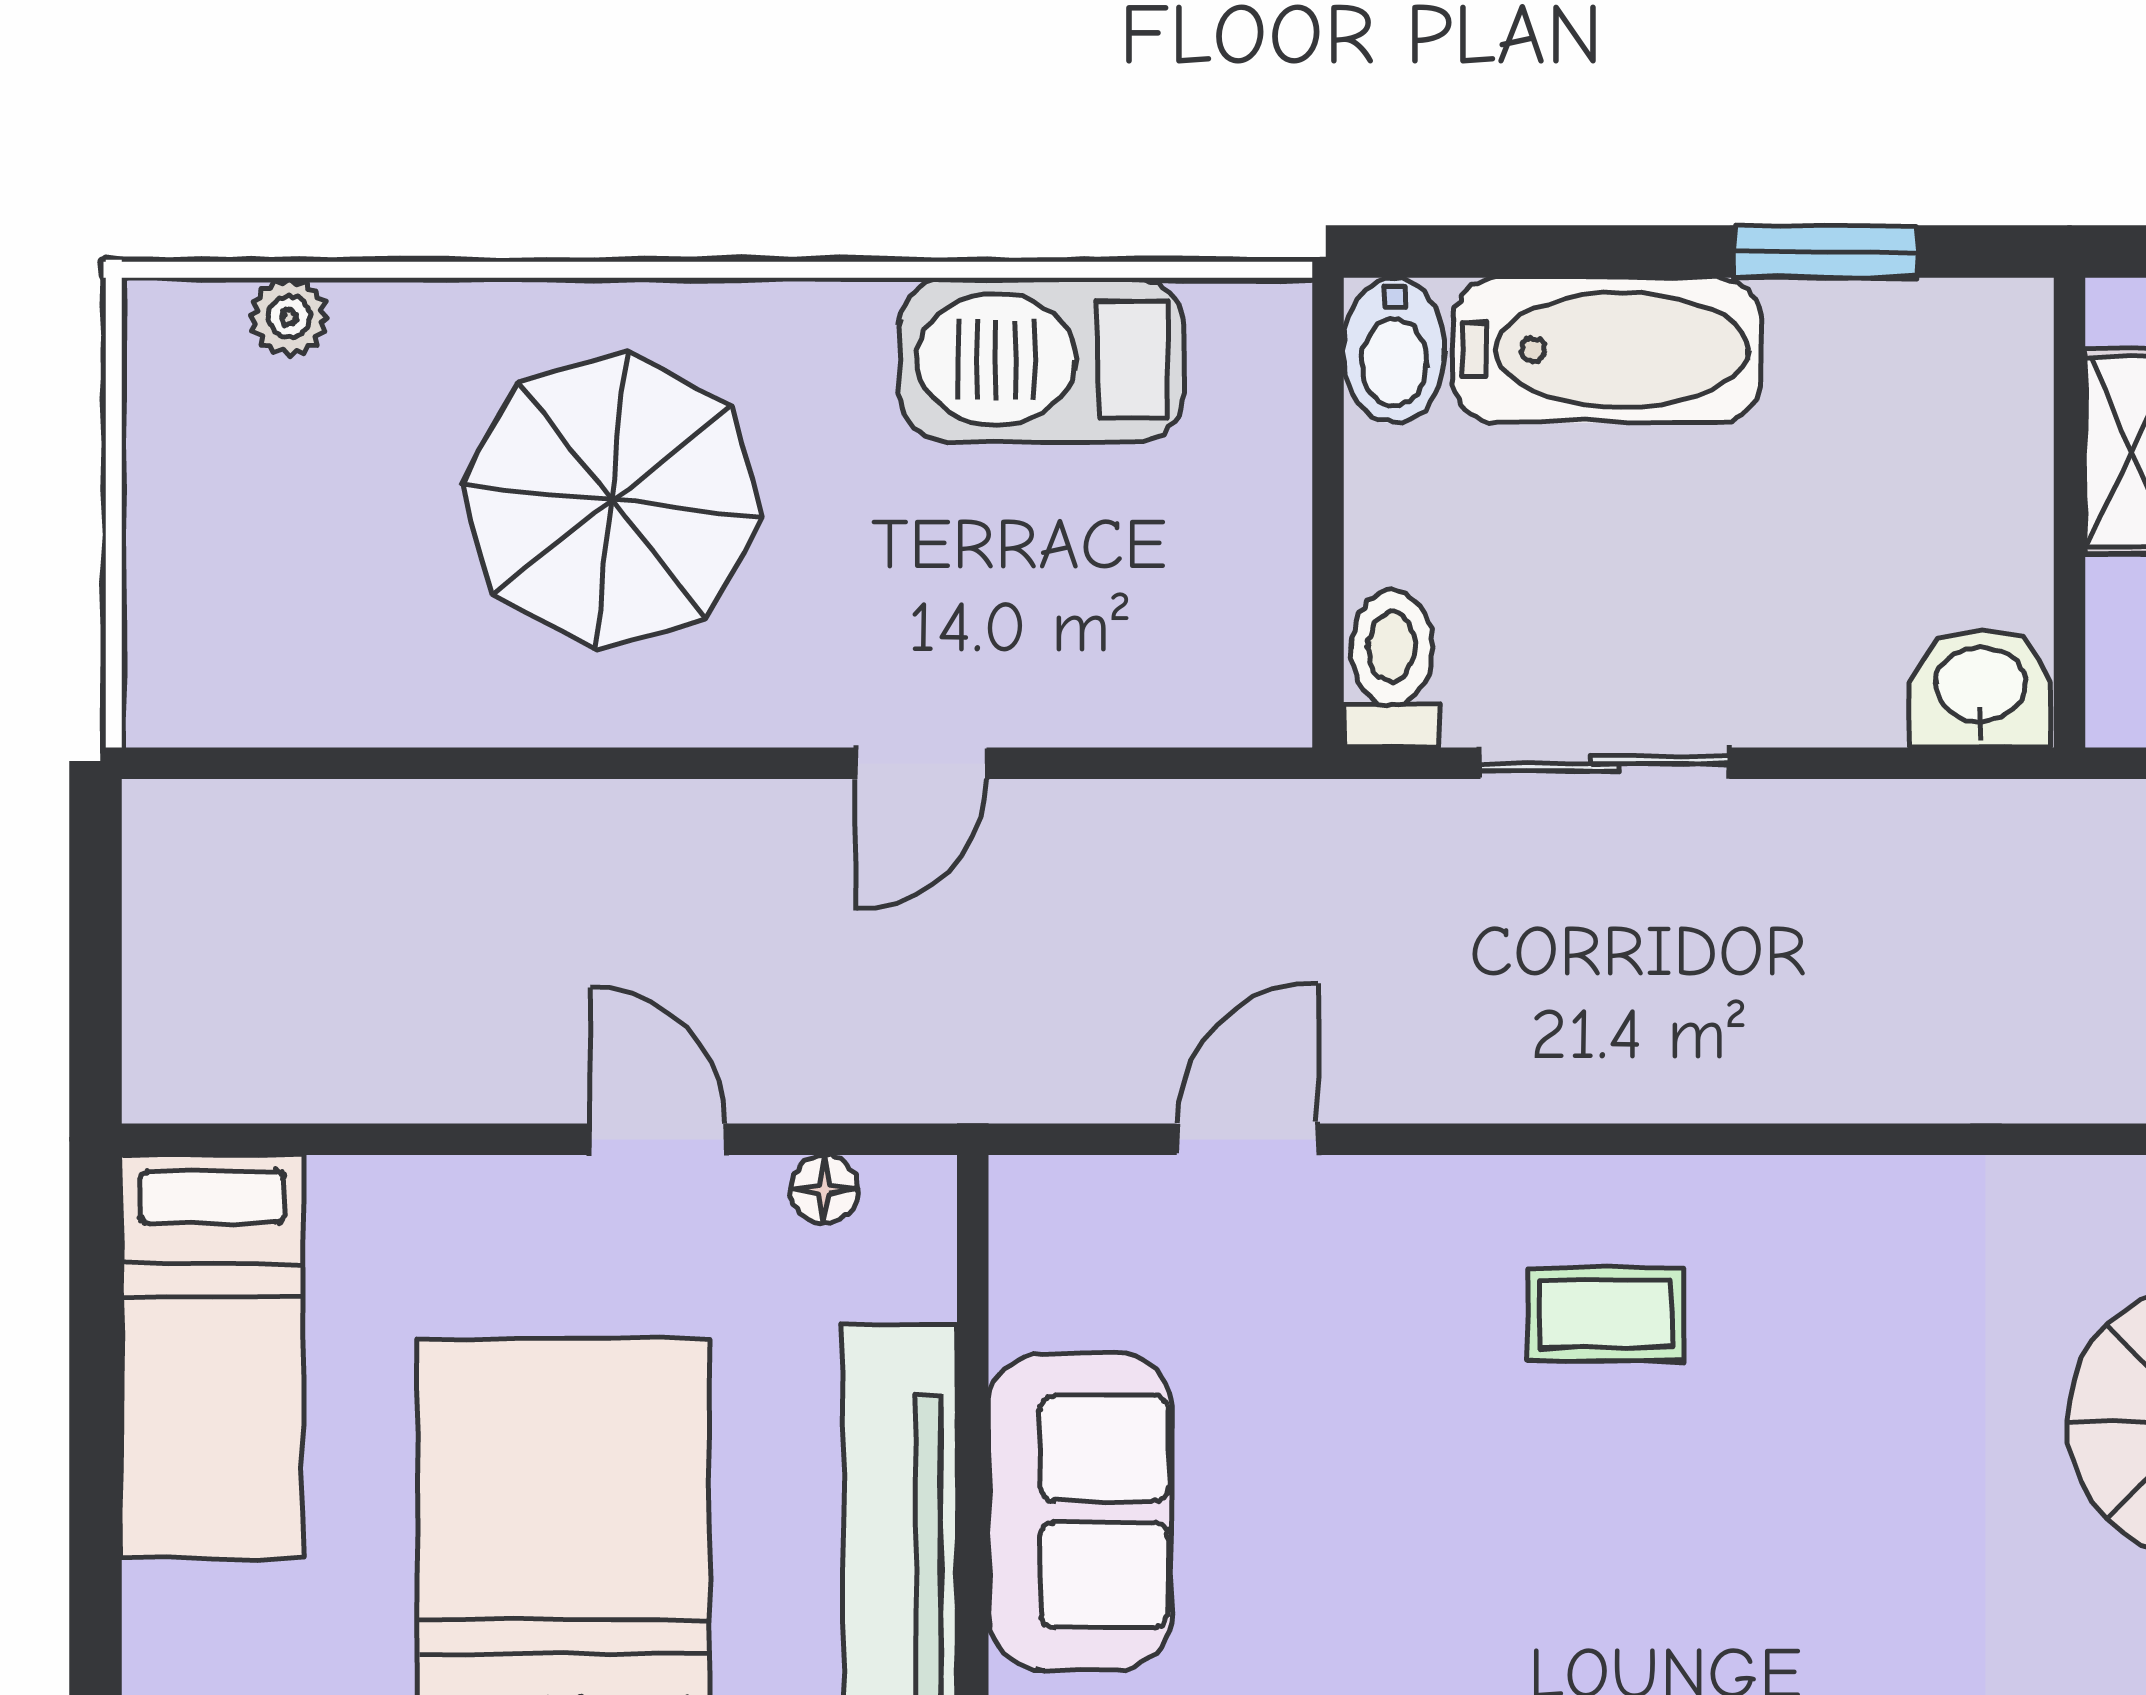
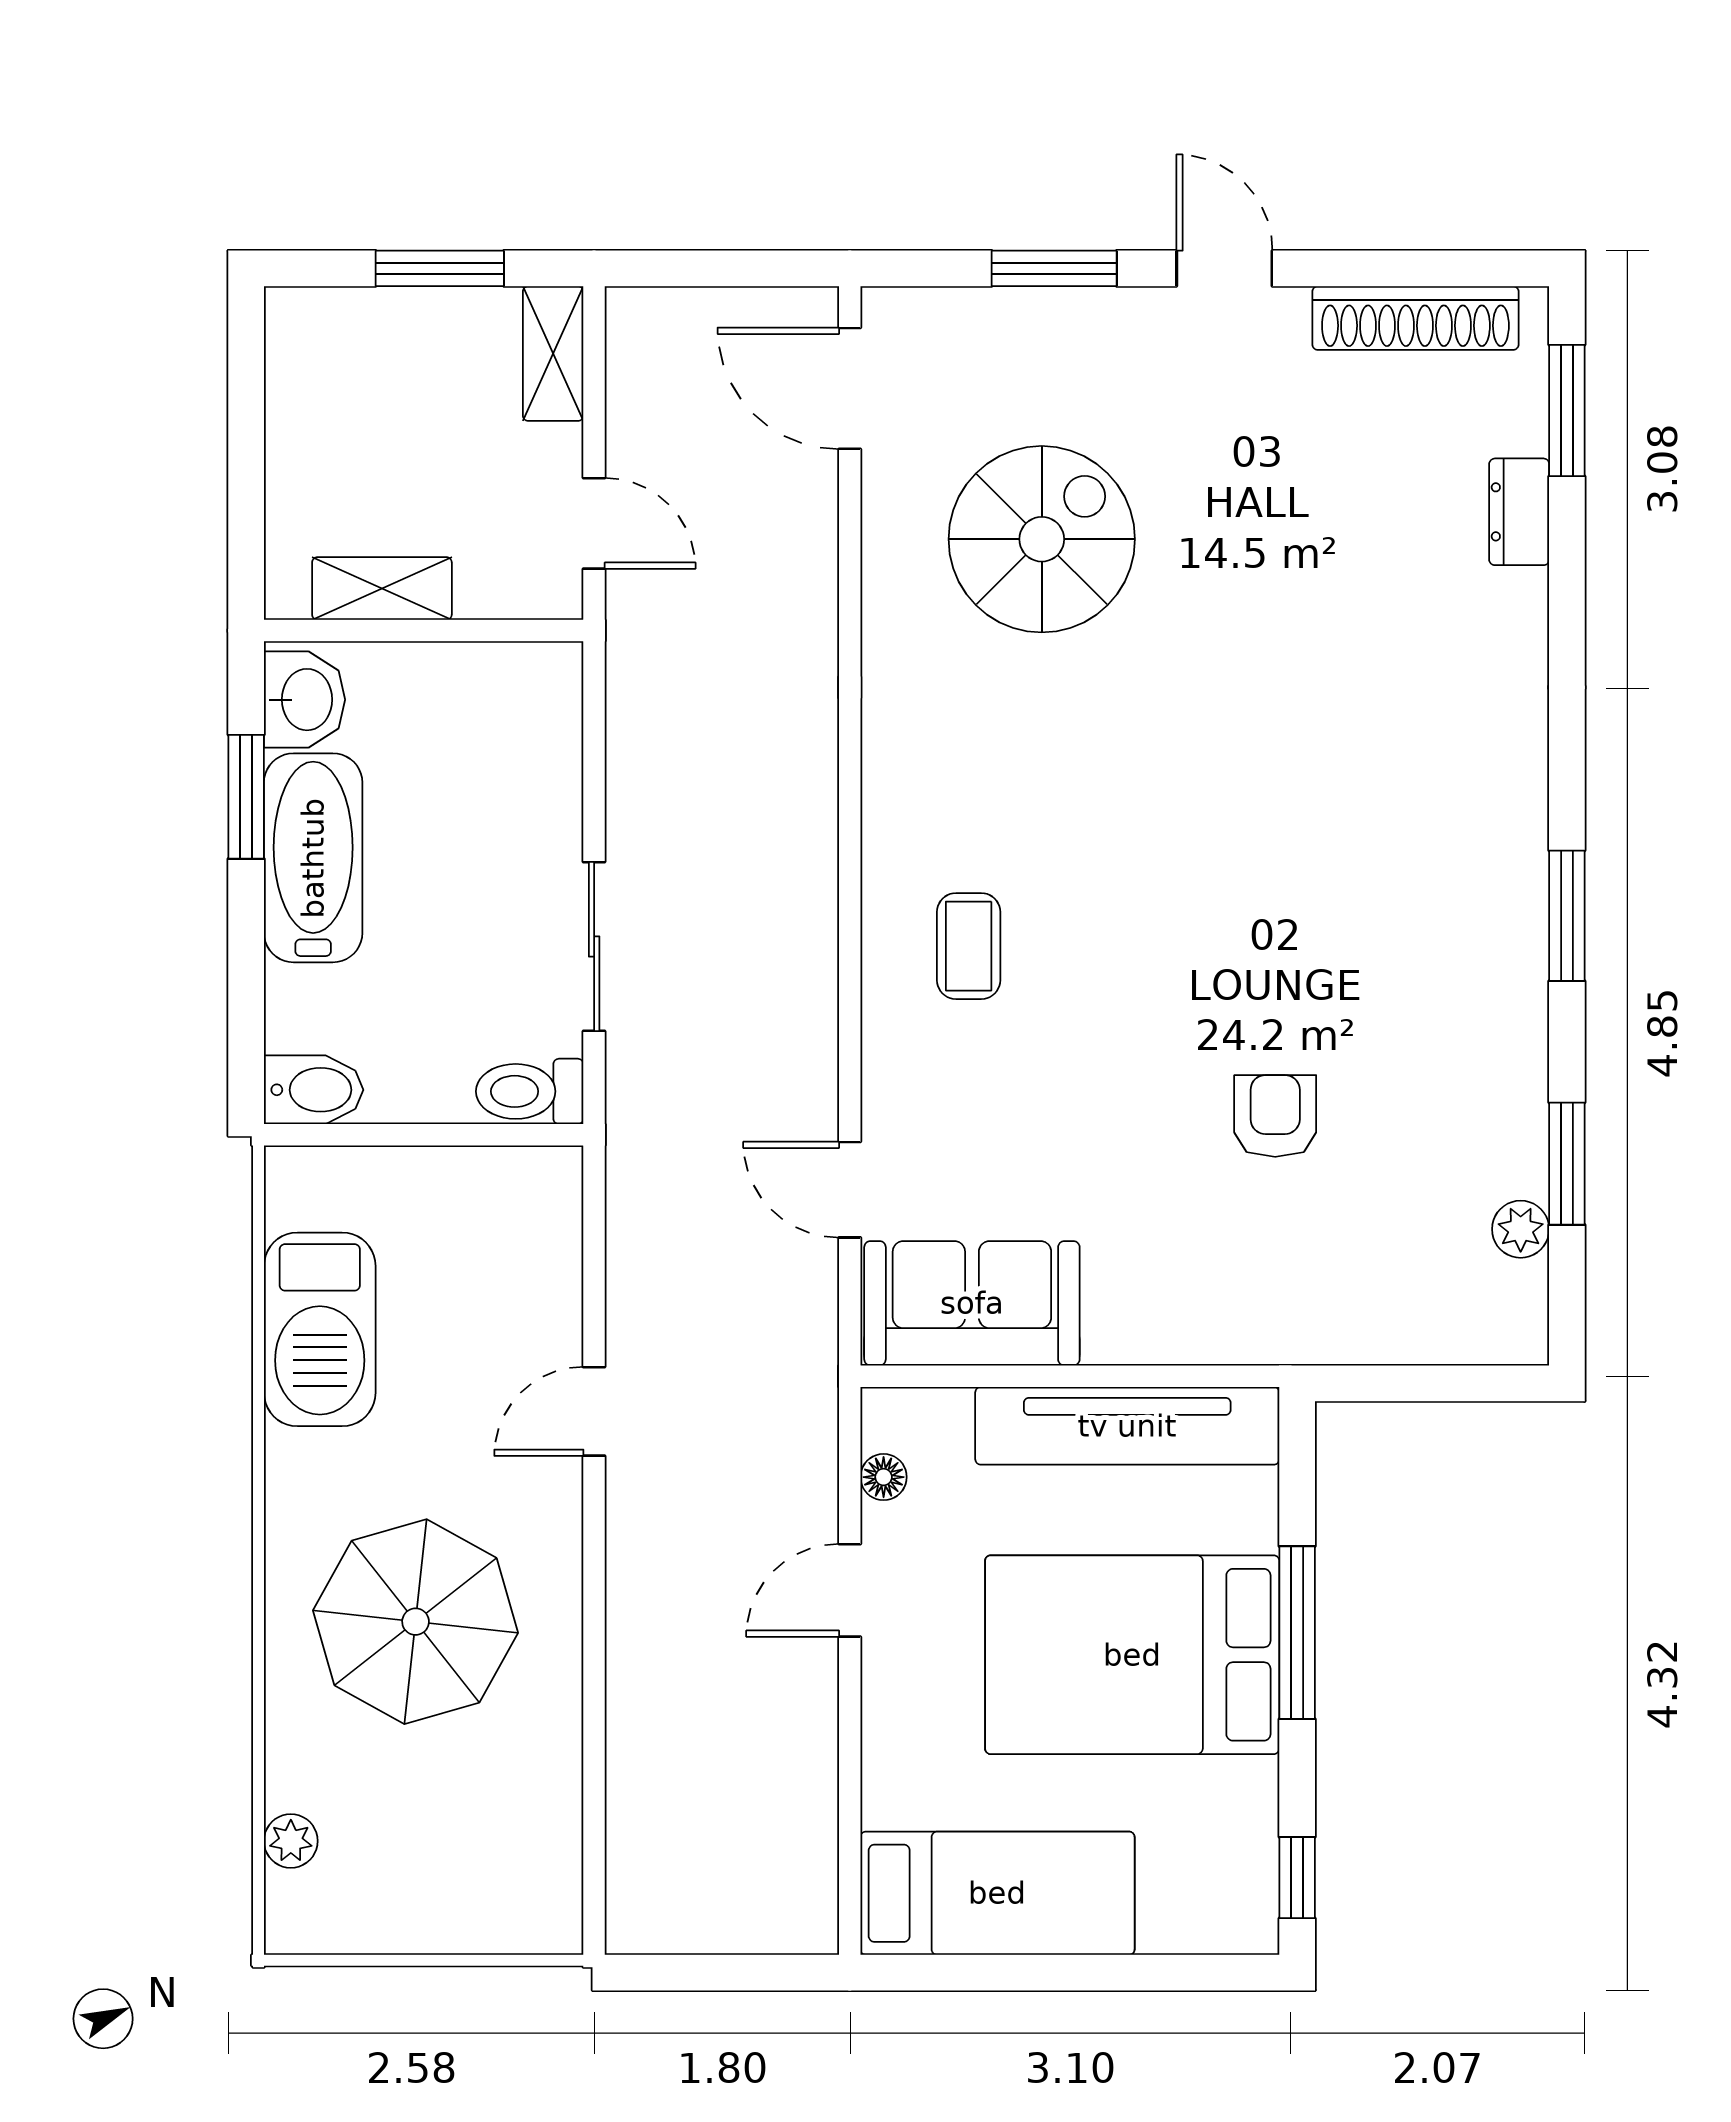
bathtub: (1607, 350) -> (313, 858), moved
washbasin: (1980, 688) -> (305, 700), moved, turned 180
door: (921, 763) -> (594, 1411), swing flipped
sofa: (1080, 1512) -> (972, 1303), moved

